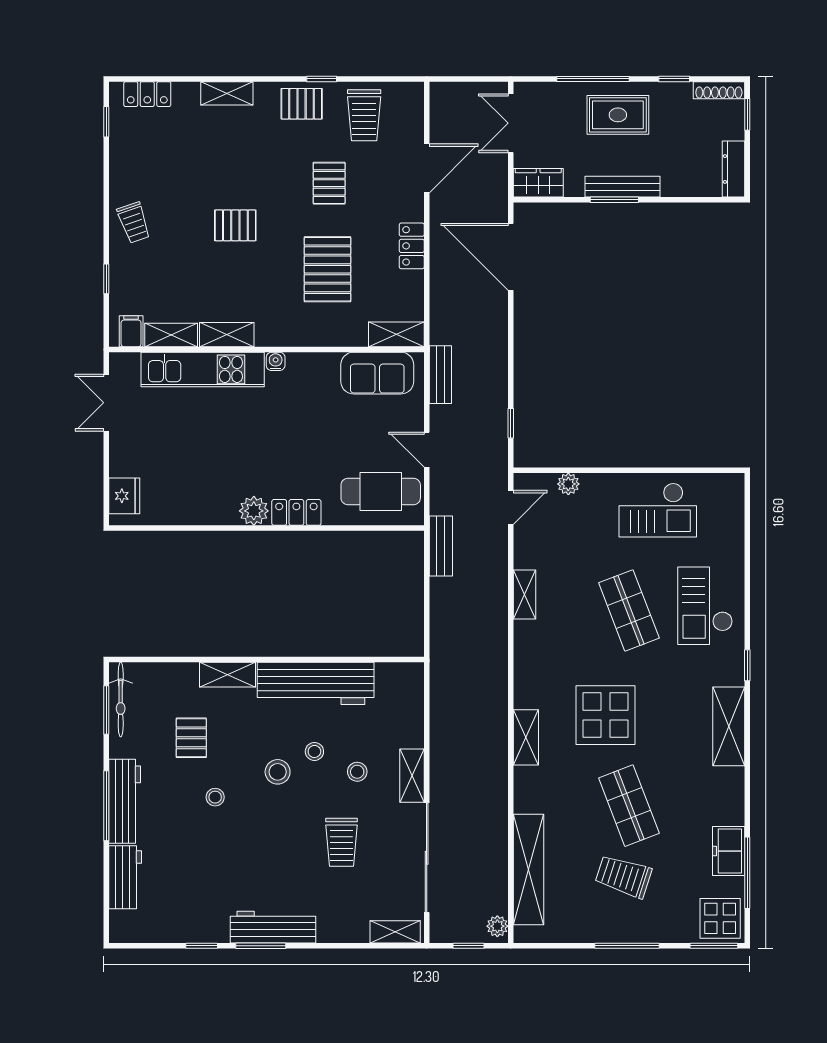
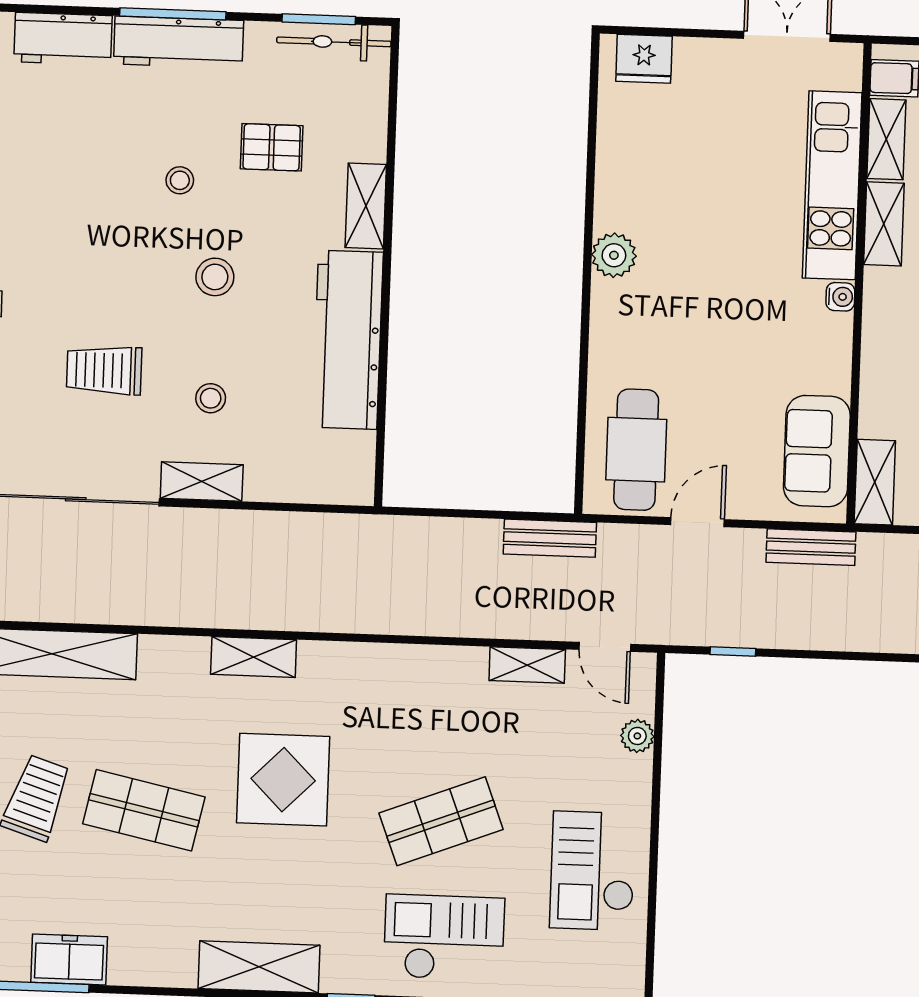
locker: (296, 512) -> (609, 320), removed
shelving: (524, 594) -> (527, 665), moved
stool: (314, 751) -> (244, 334), removed
shop shelf: (629, 806) -> (144, 810), turned 33

